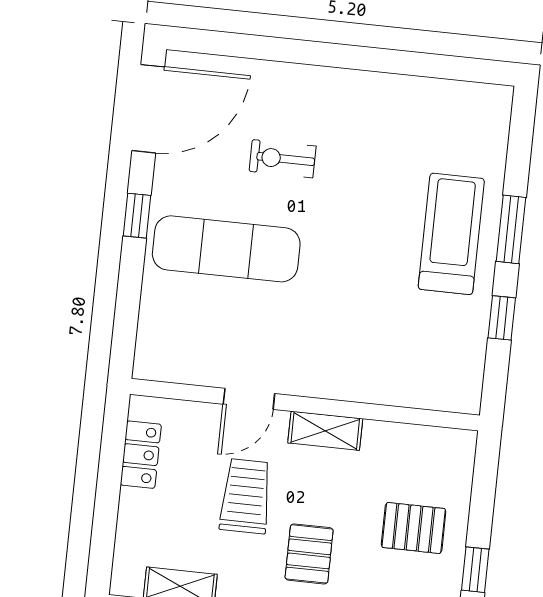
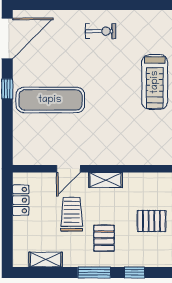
exercise bike: (283, 159) -> (101, 31), moved, turned 180
treadmill: (451, 234) -> (155, 82), turned 180

